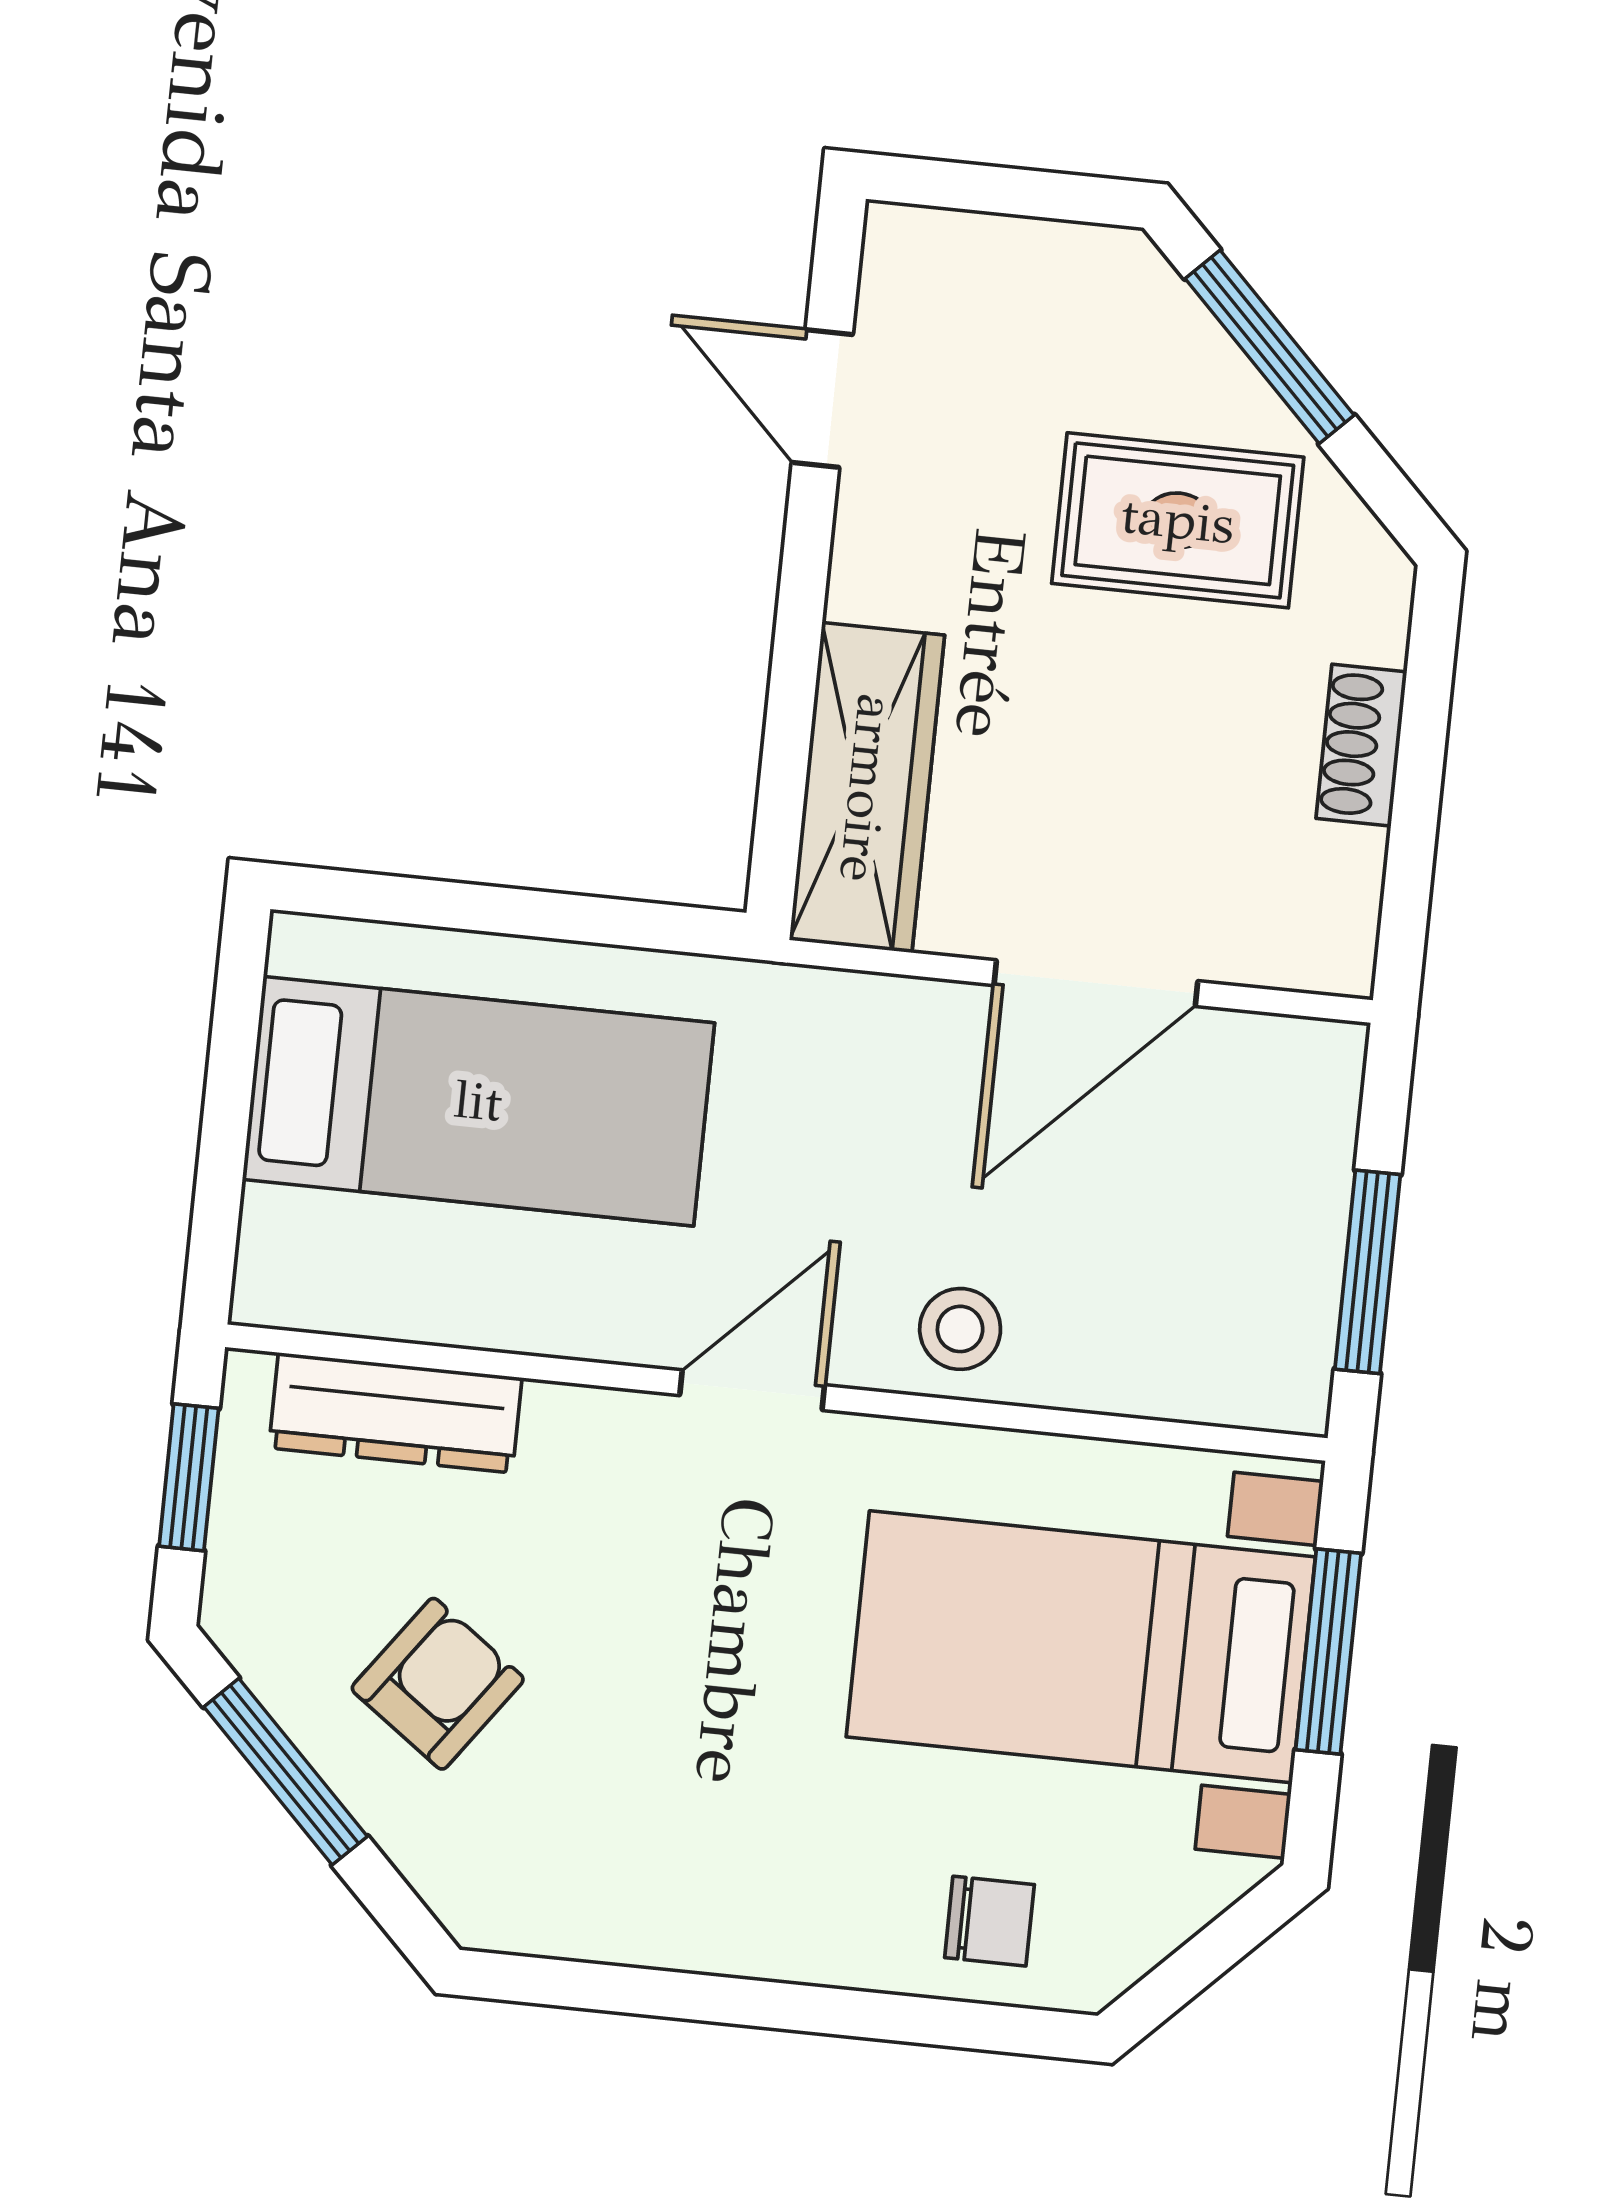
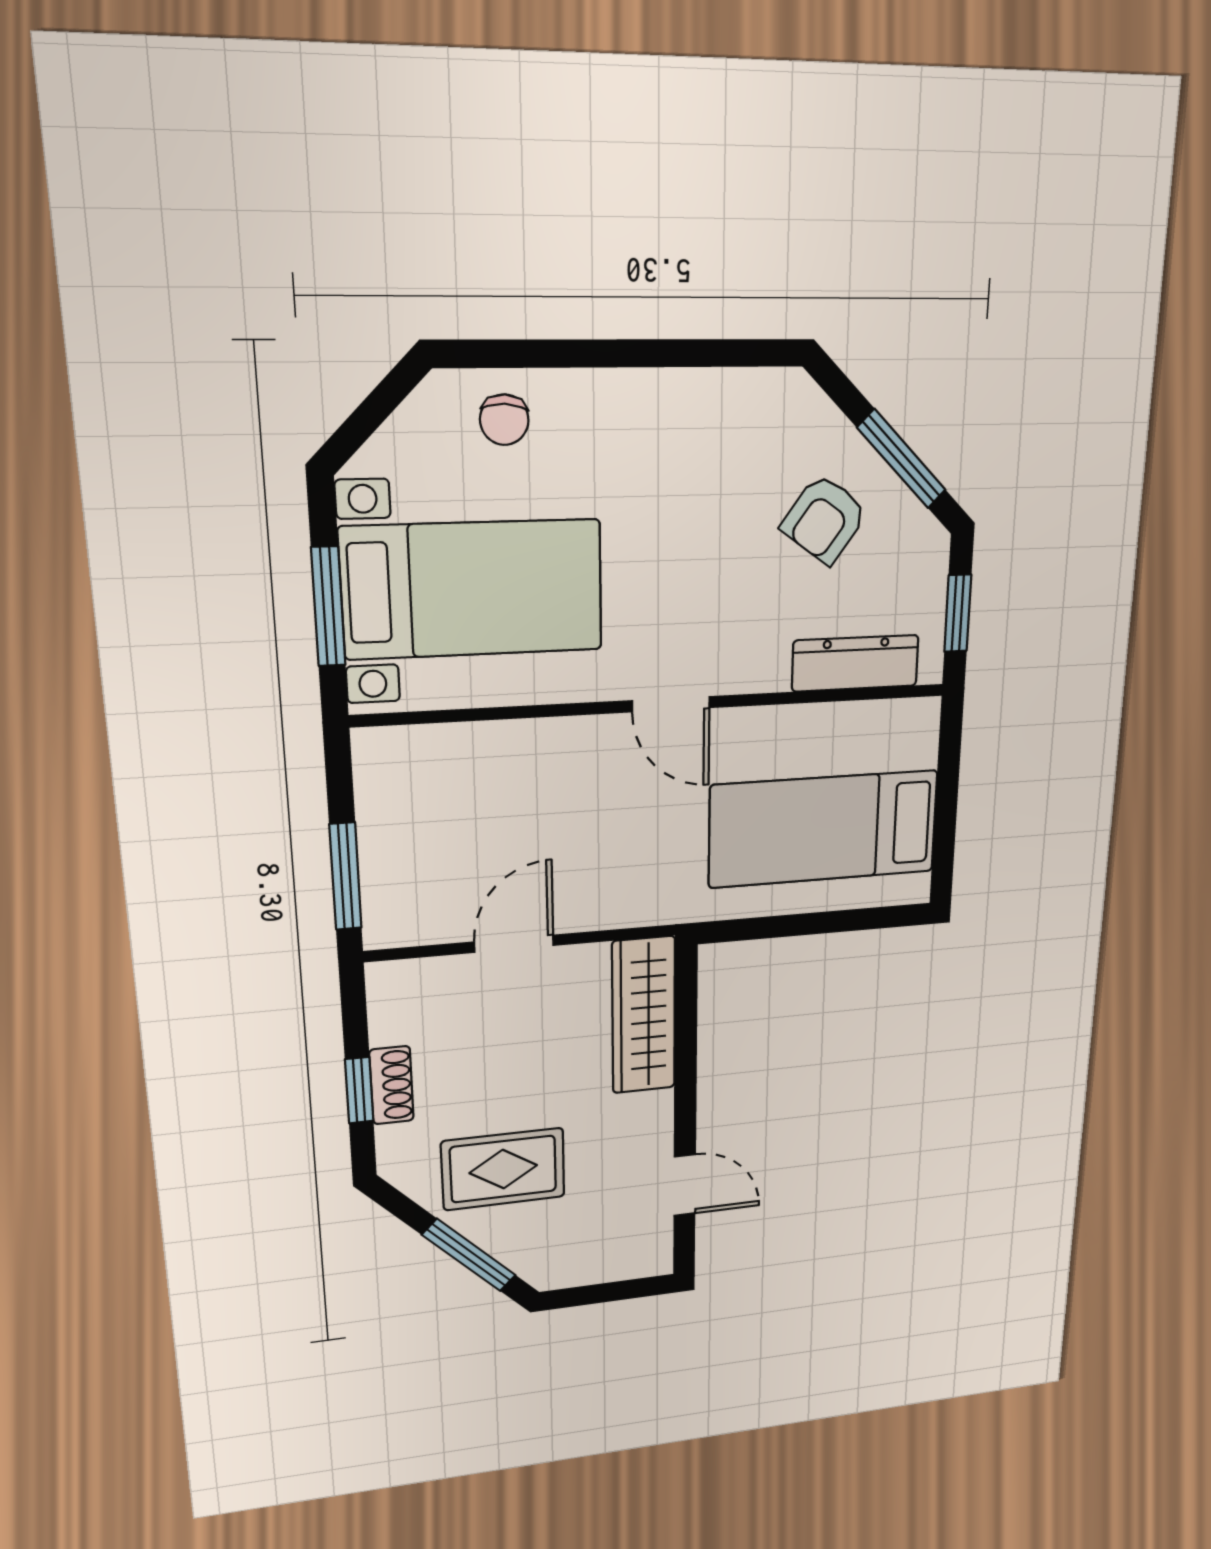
window: (1422, 748) -> (359, 1090), added
door: (1096, 983) -> (514, 944), width x0.73
window: (1368, 1272) -> (345, 876), moved
stool: (960, 1329) -> (563, 754), removed
door: (752, 1390) -> (671, 704), hinge flipped
chair: (989, 1921) -> (504, 420), turned -87

